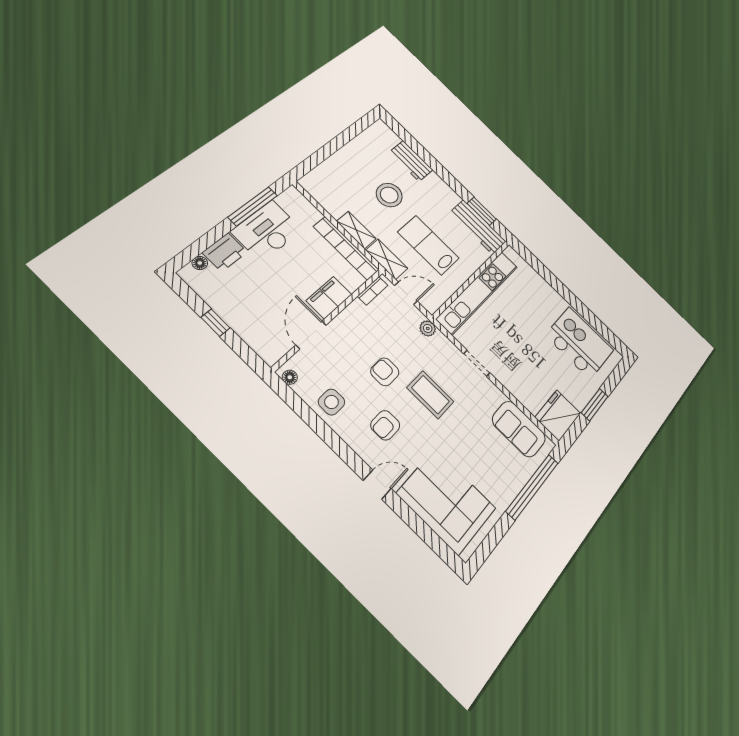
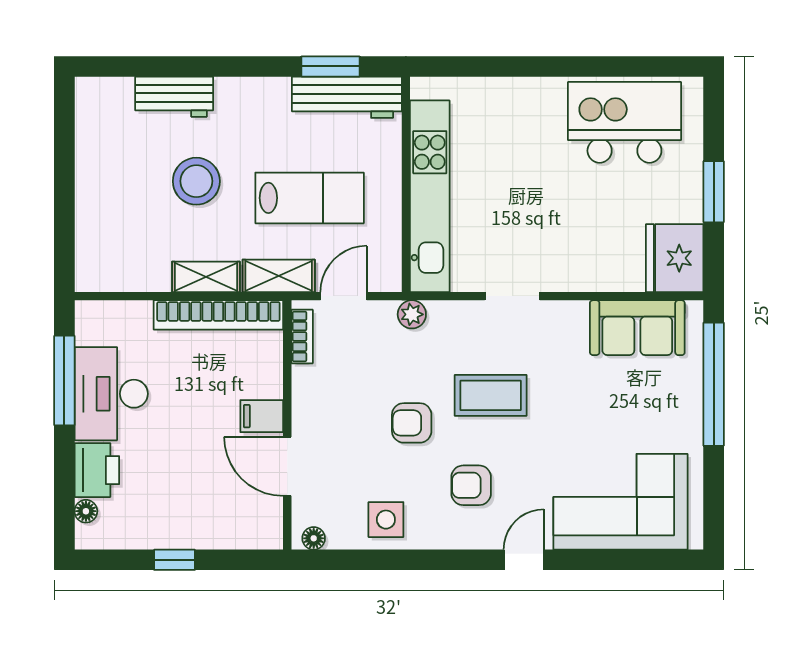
lab bench: (428, 245) -> (310, 198), turned 180
filing cabinet: (329, 298) -> (262, 416), width x0.50
armchair: (385, 425) -> (471, 485), turned 90

